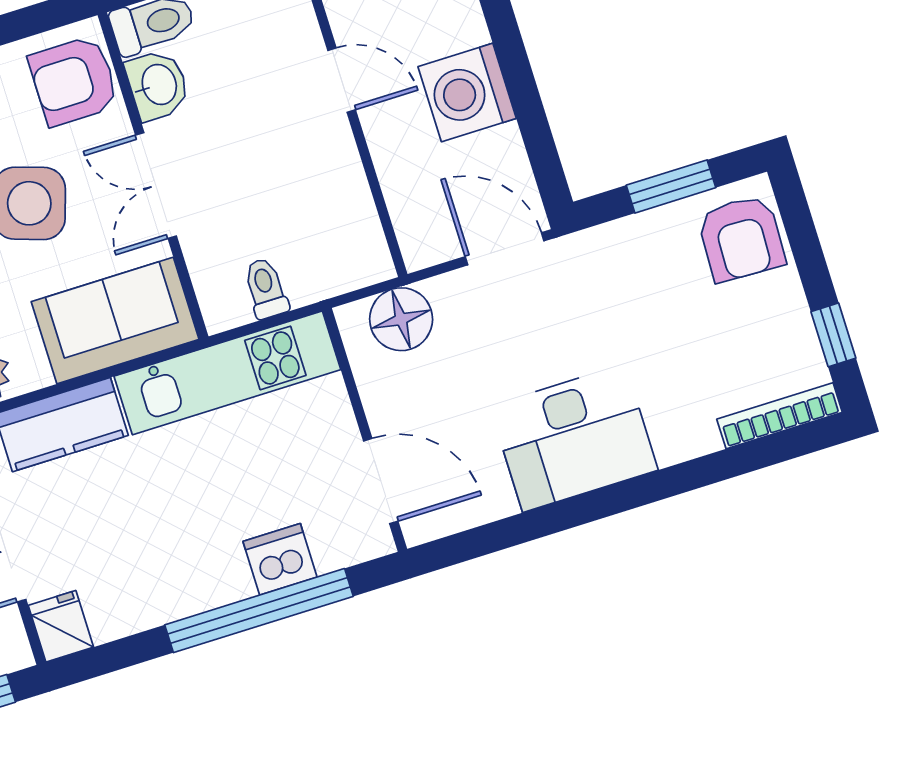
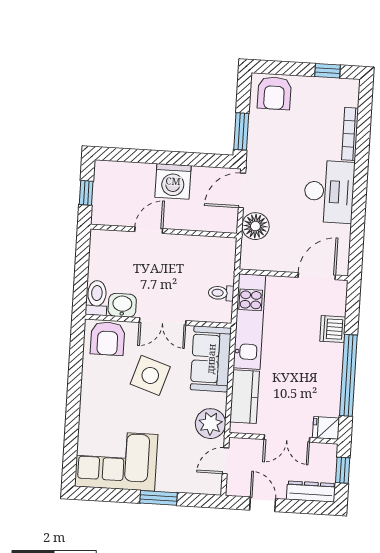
window: (671, 186) -> (241, 131), moved
armchair: (741, 238) -> (274, 93), turned 88
floor lamp: (401, 319) -> (255, 226), moved
bookcase: (780, 416) -> (350, 134), moved
window: (259, 611) -> (348, 375), moved

